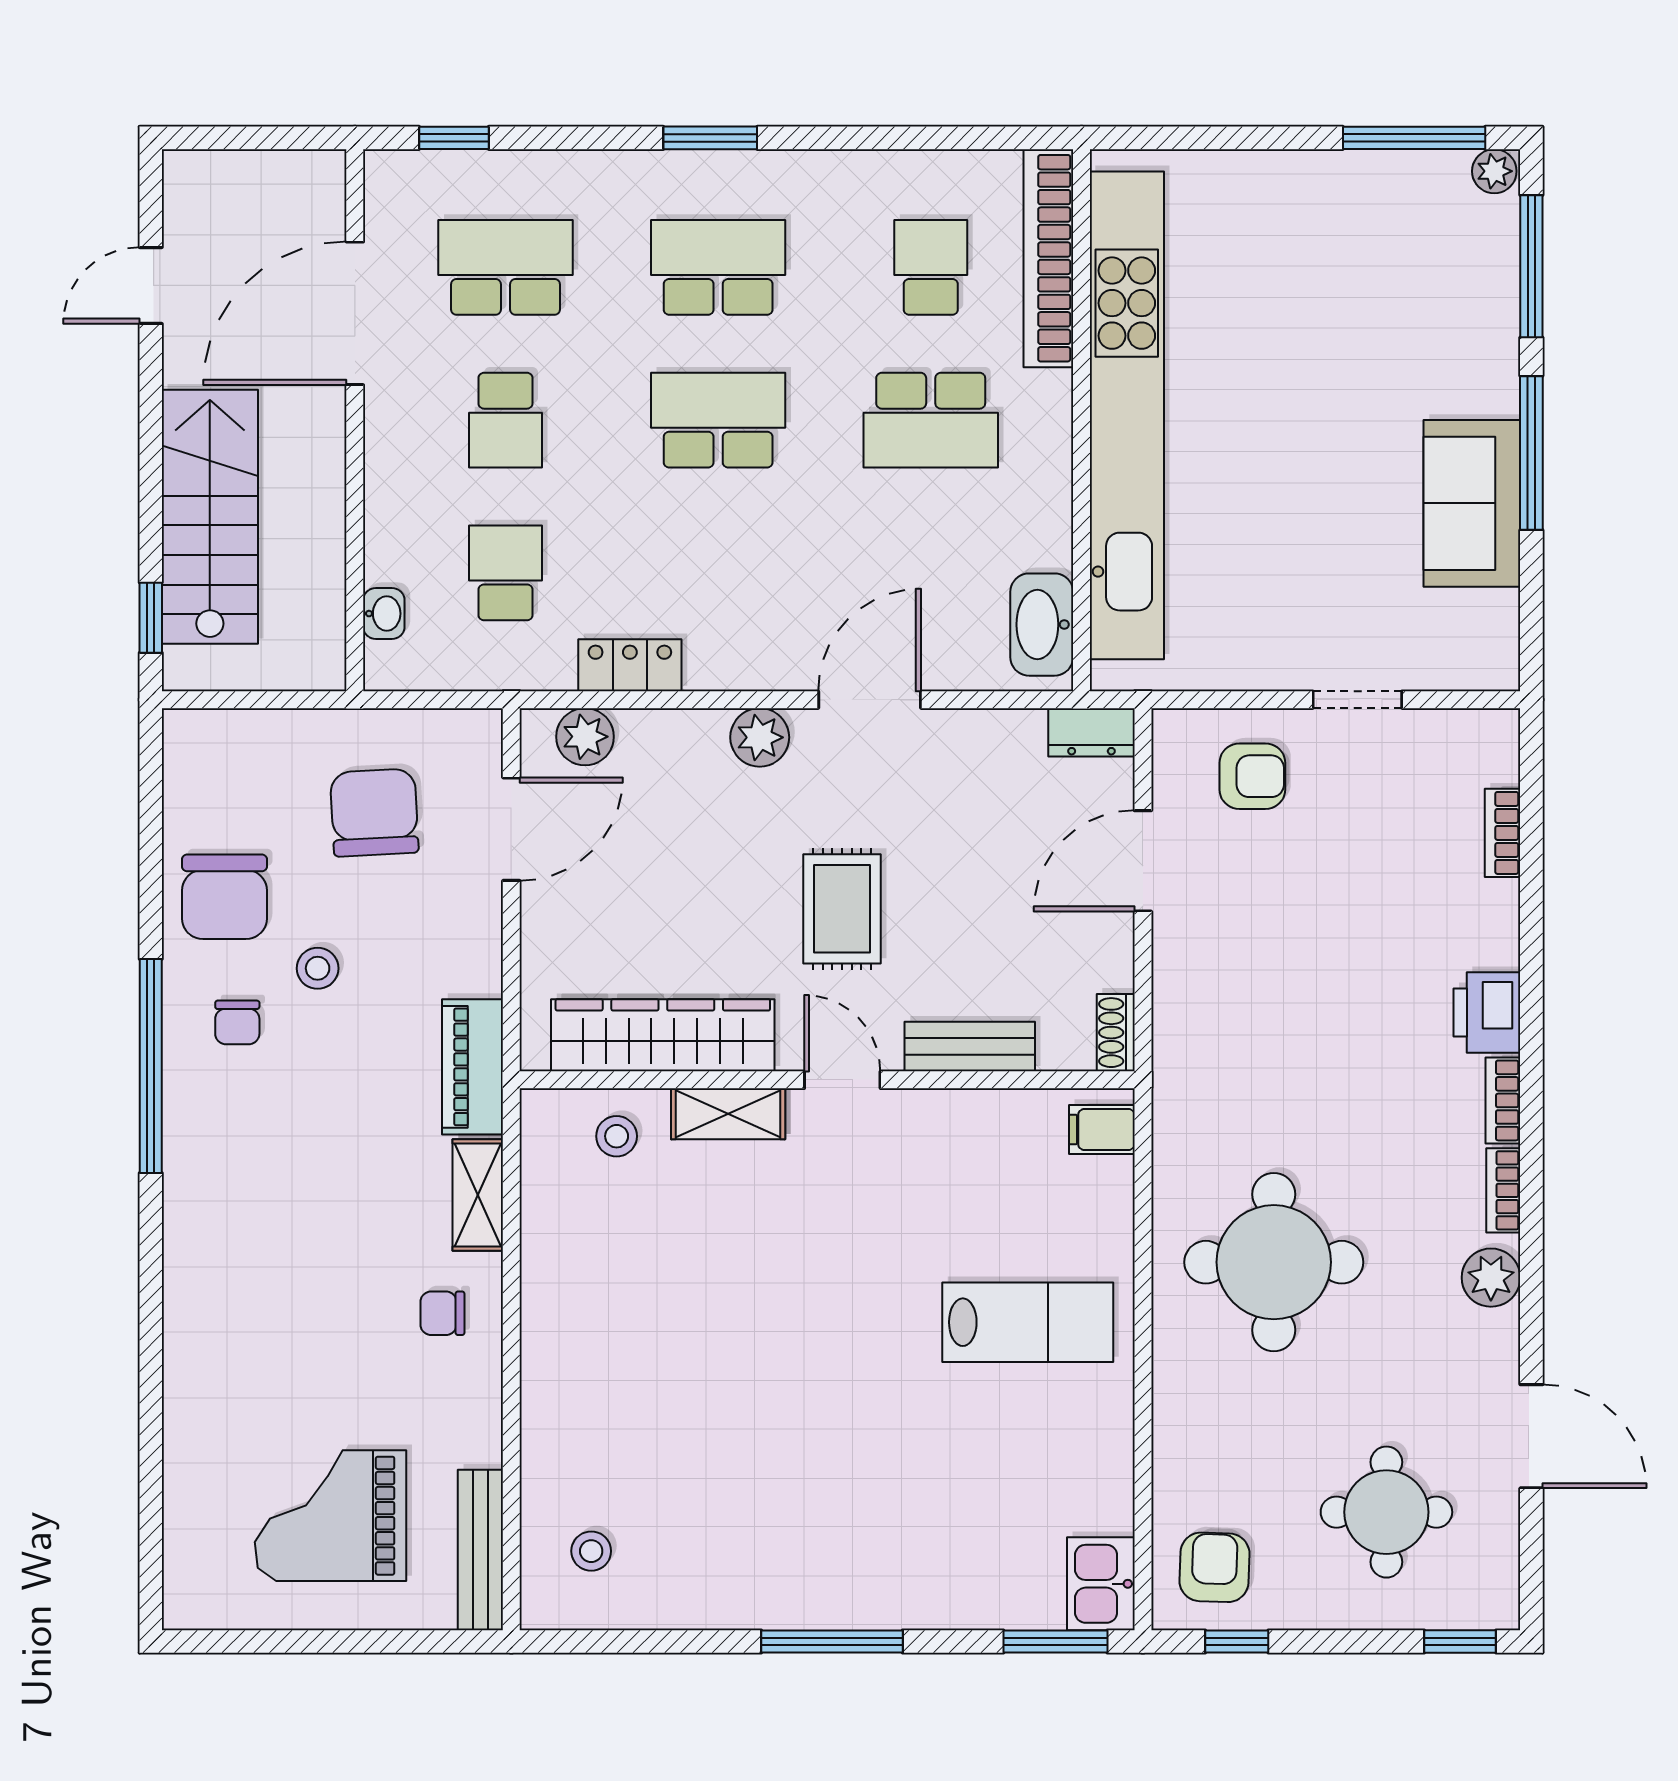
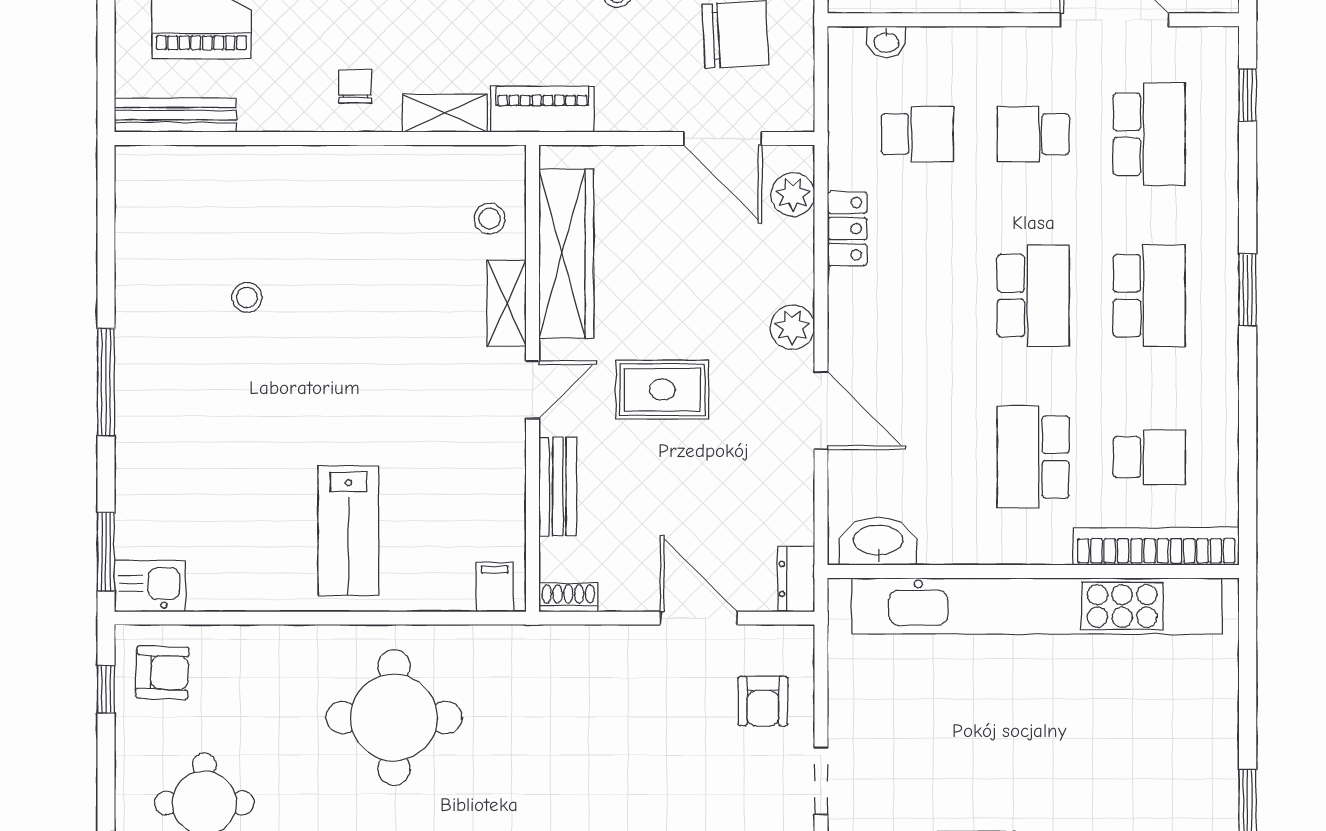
stool: (591, 1551) -> (247, 297), moved

